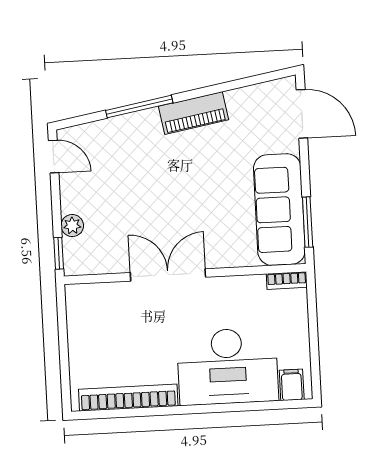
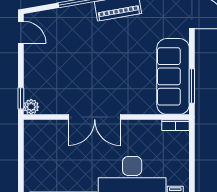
plant: (72, 226) -> (31, 107), moved
double door: (168, 275) -> (95, 117), swing flipped

